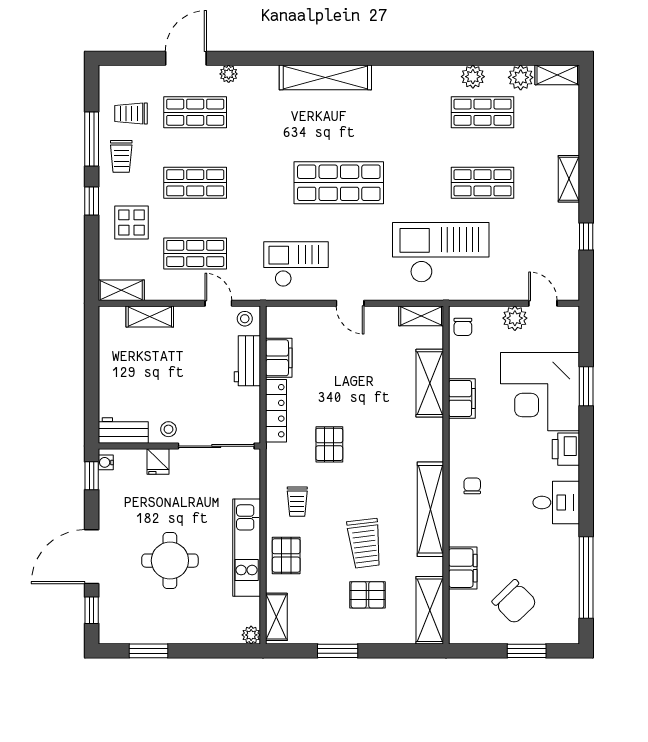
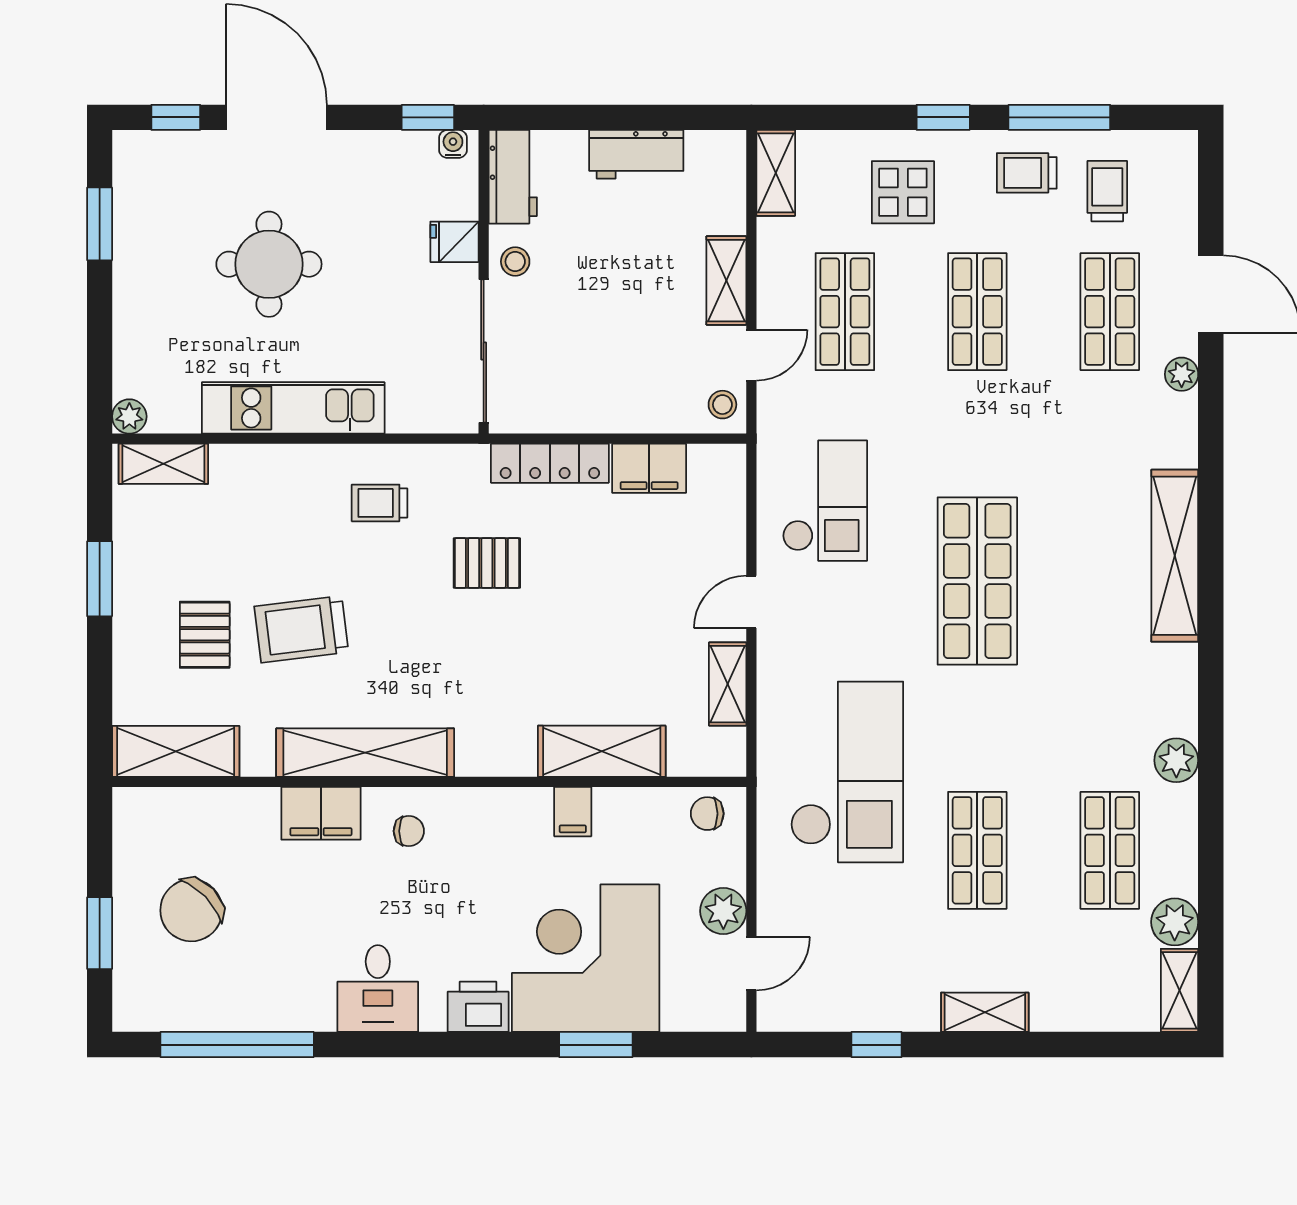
plant: (473, 77) -> (1176, 760), moved
shelving: (421, 316) -> (728, 684), moved
shelving: (150, 317) -> (726, 281), moved
workbench: (247, 361) -> (636, 154), moved, turned 180
filing cabinet: (462, 399) -> (573, 812), width x0.50
pallet: (286, 555) -> (279, 482), removed
filing cabinet: (463, 568) -> (321, 813), moved

